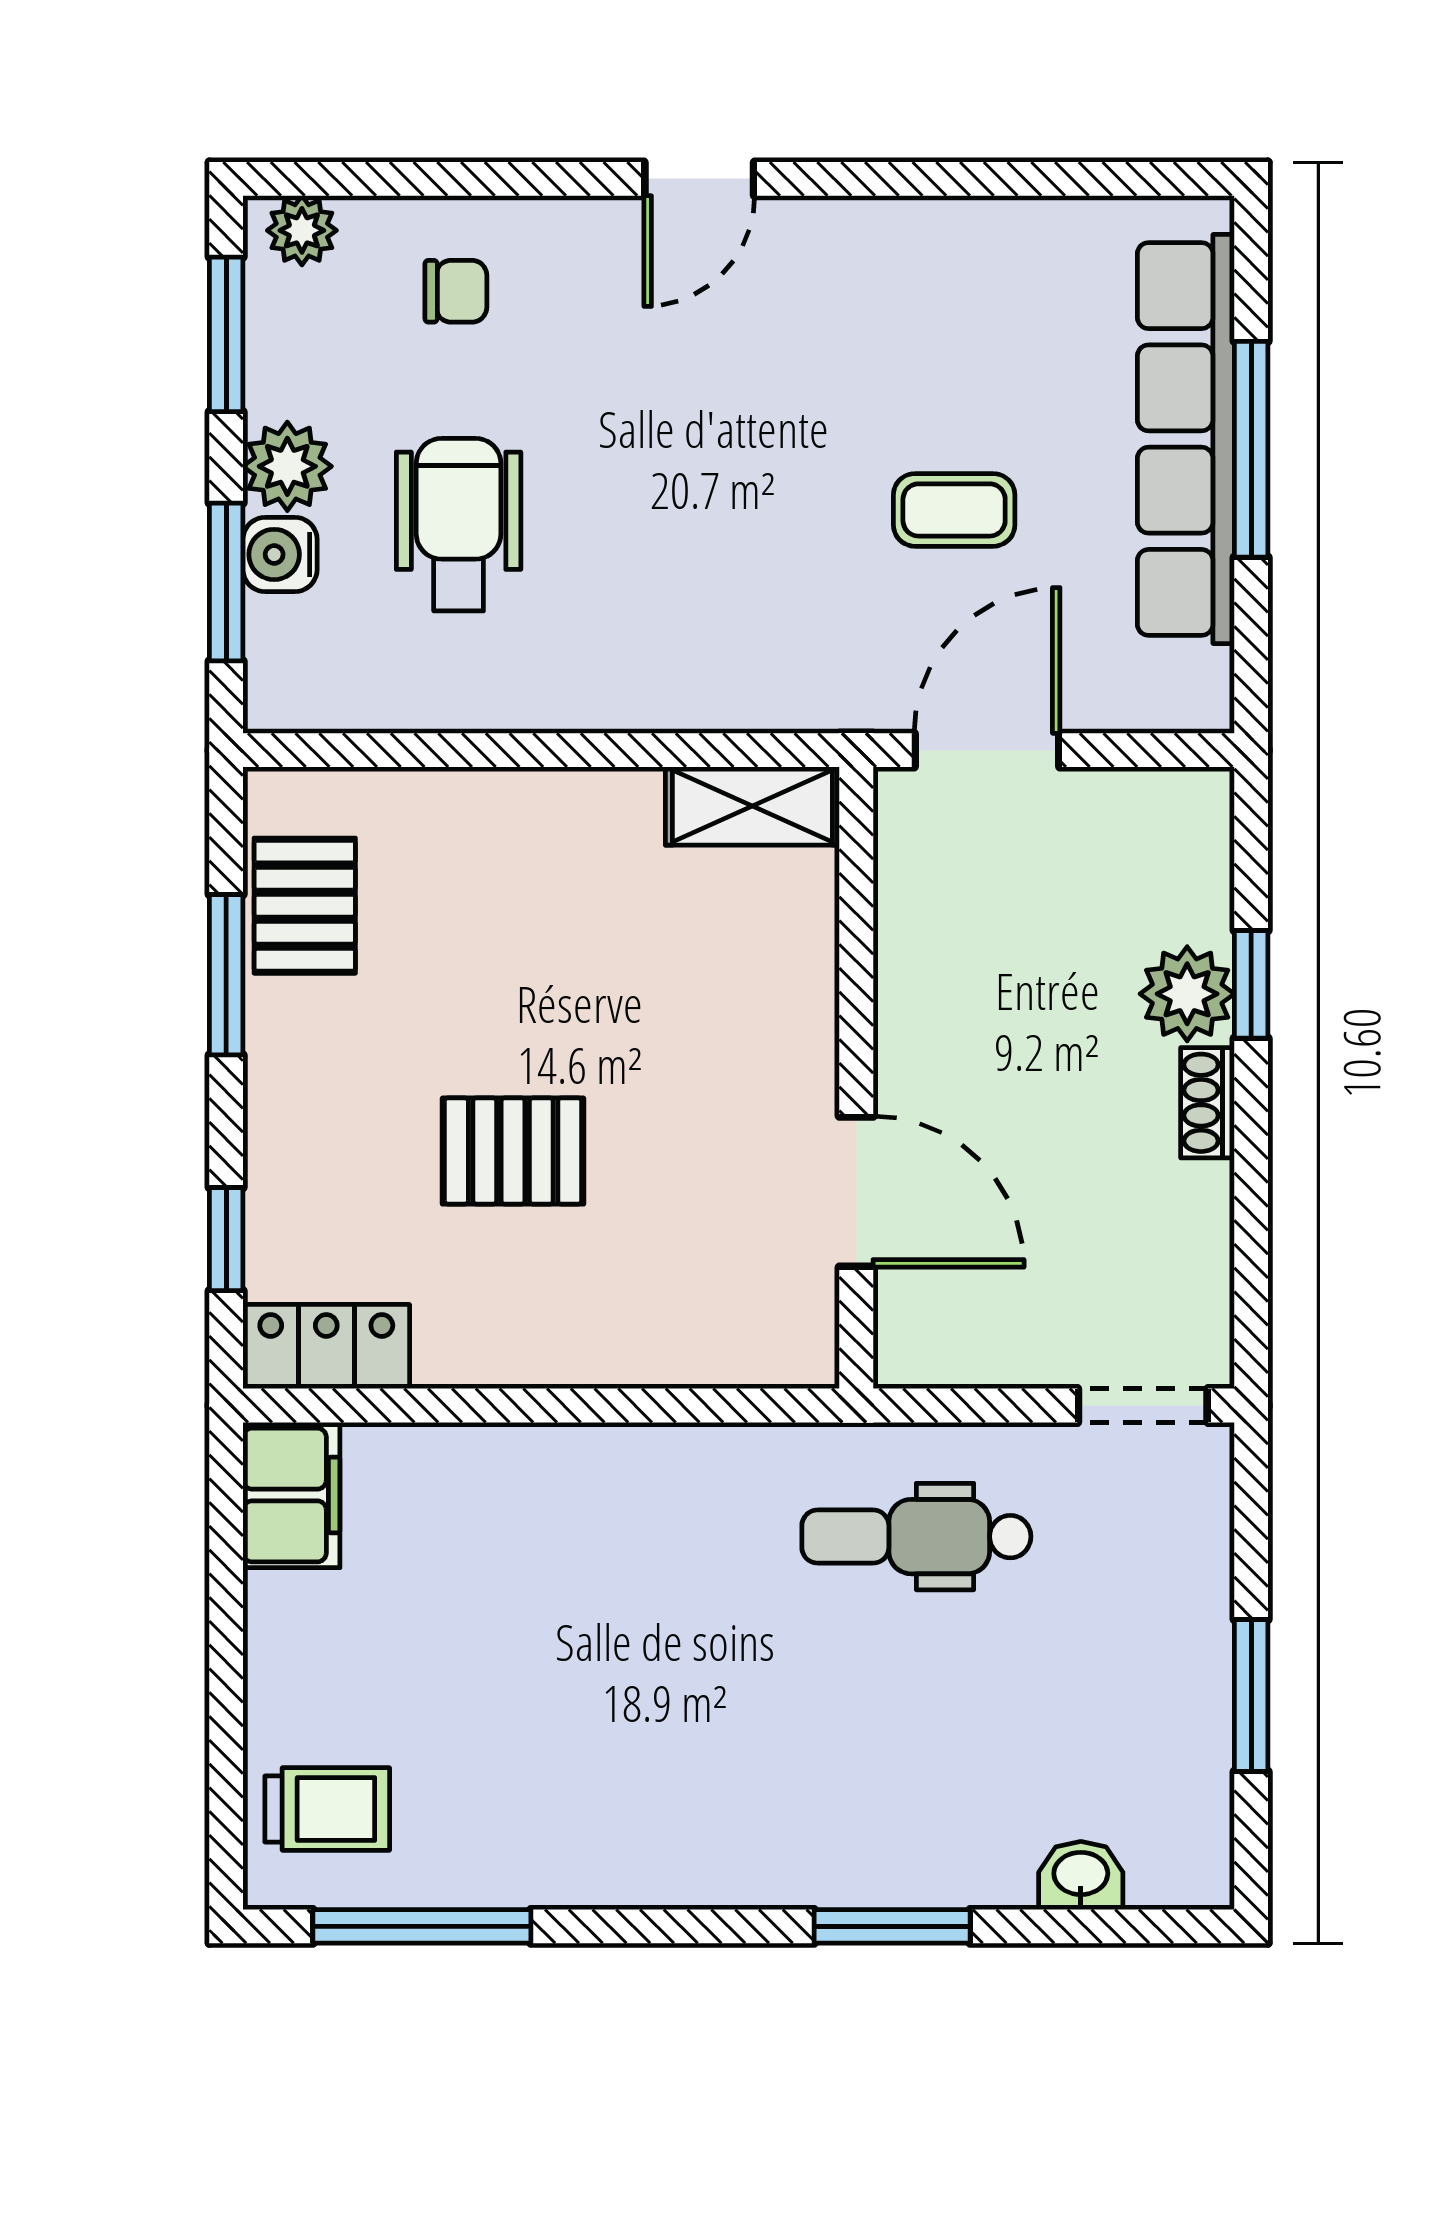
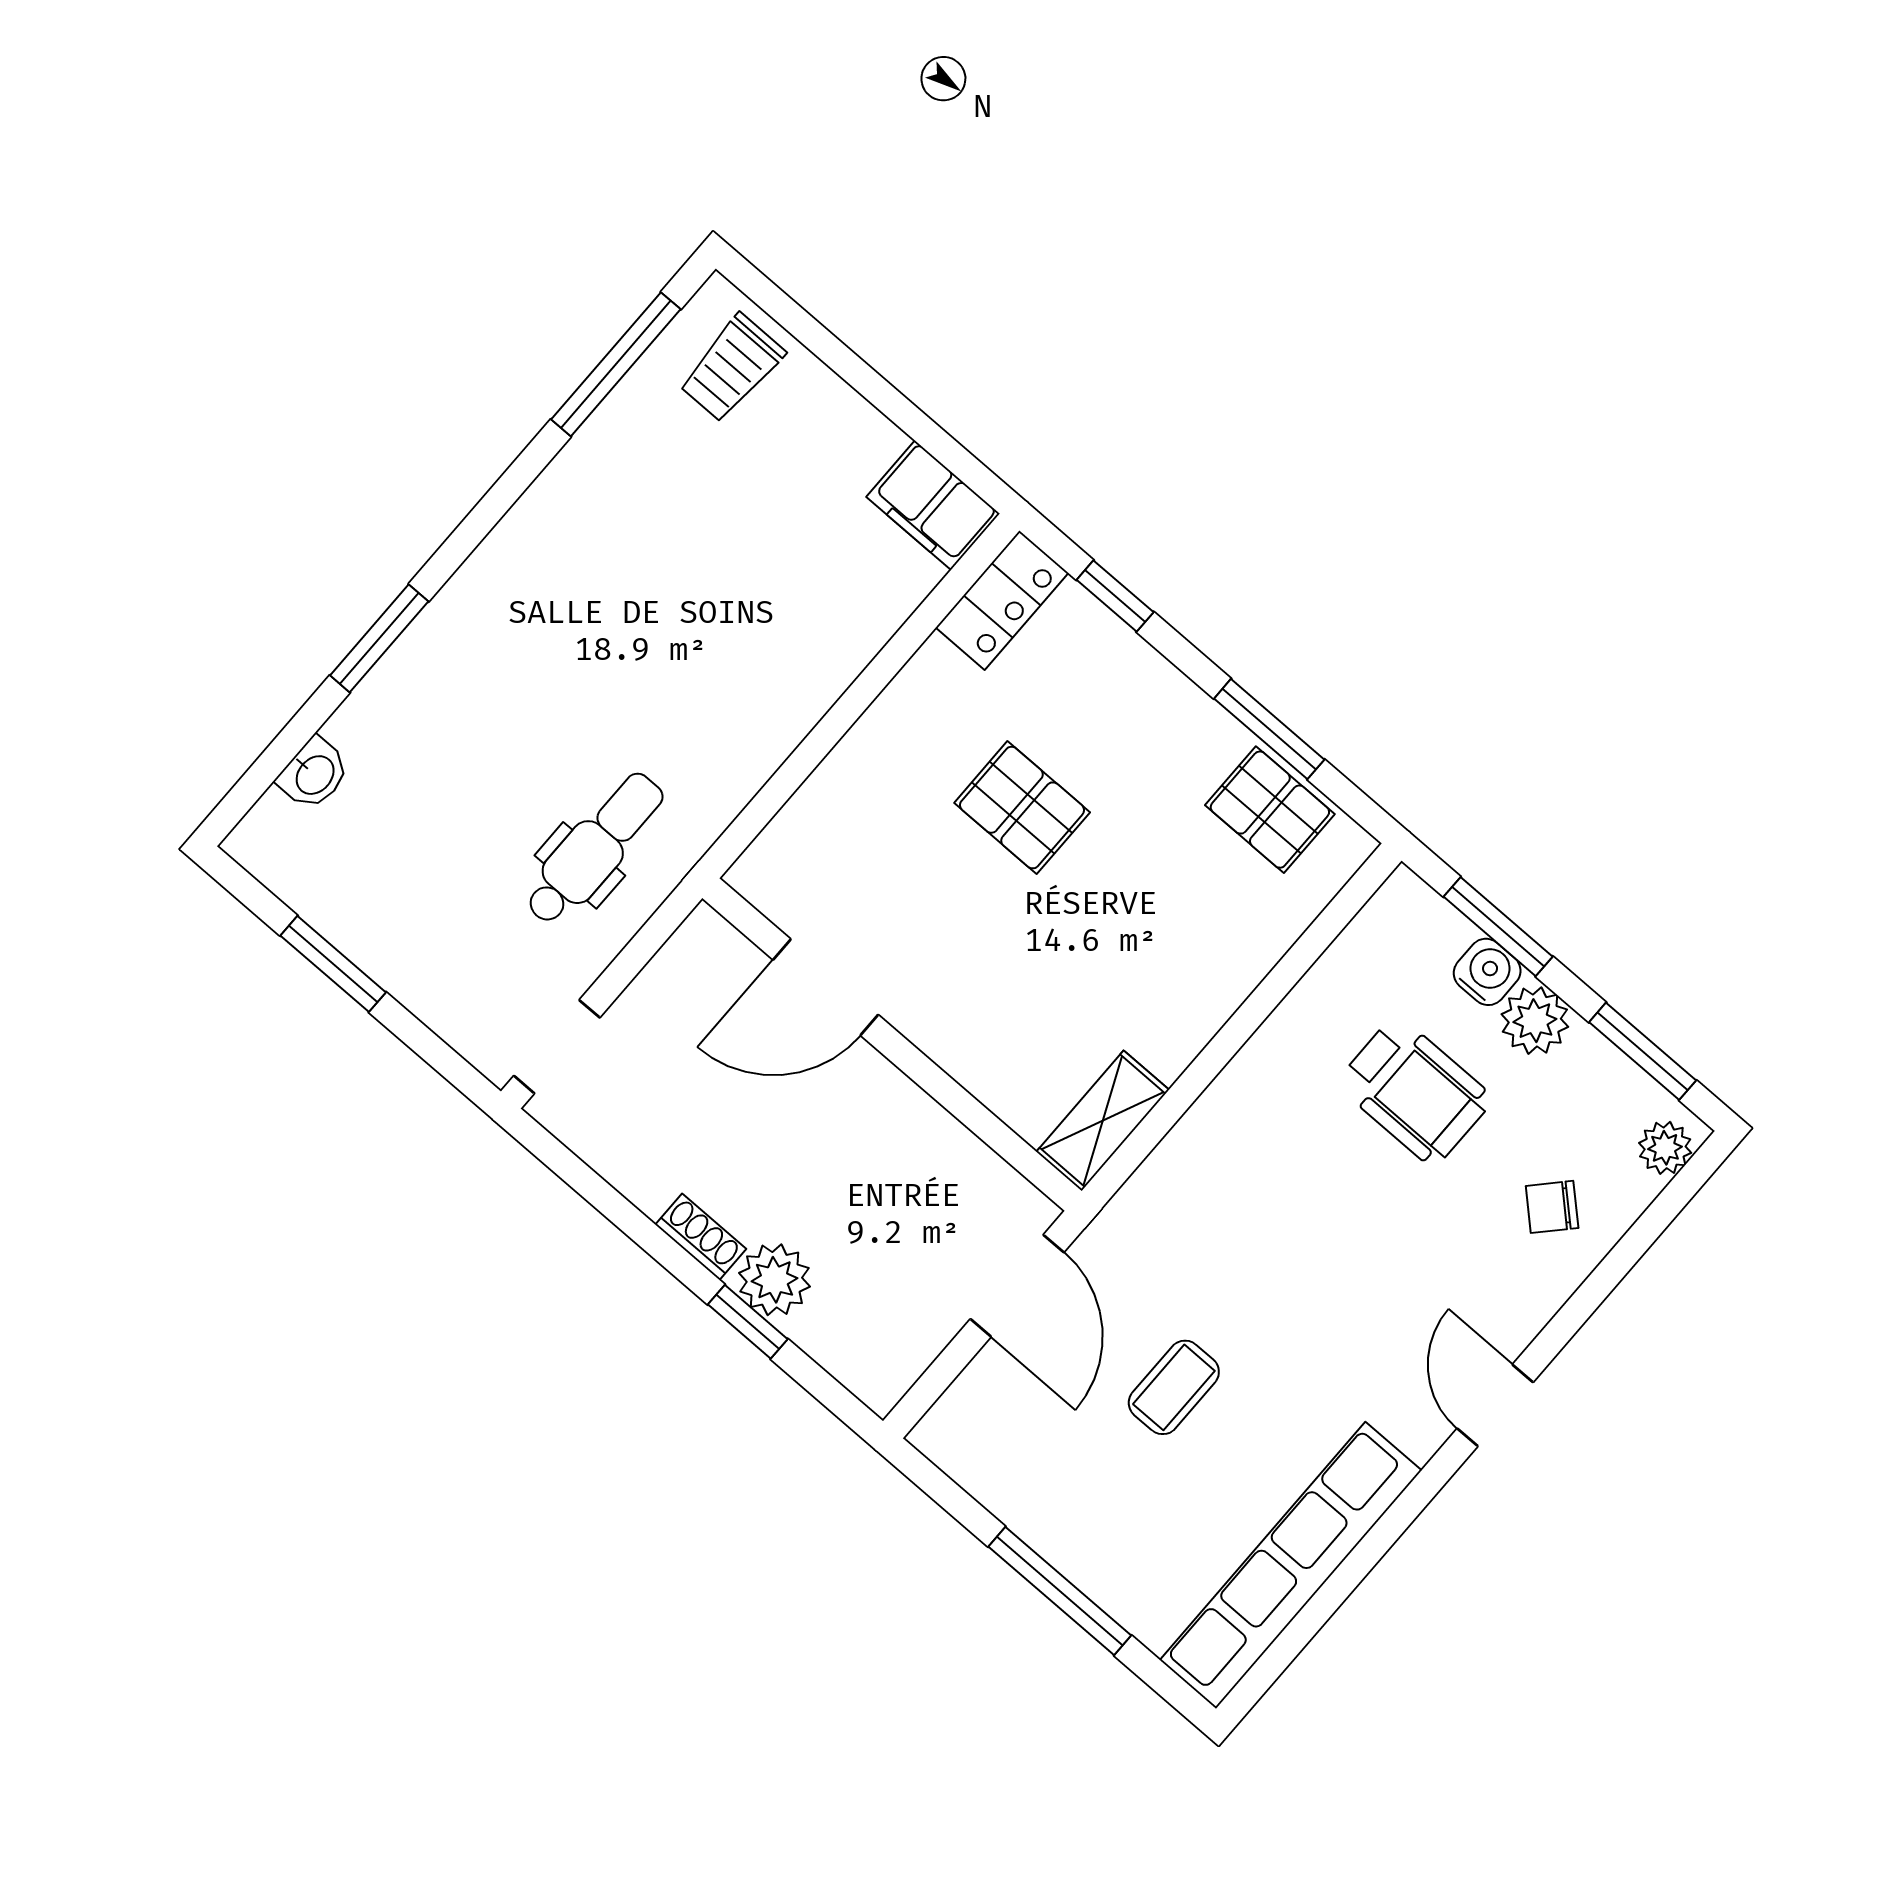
chair: (456, 291) -> (1552, 1207), turned 43
row of seats: (1186, 439) -> (1291, 1565), moved, turned -90
pallet: (513, 1151) -> (1022, 808), turned 90

